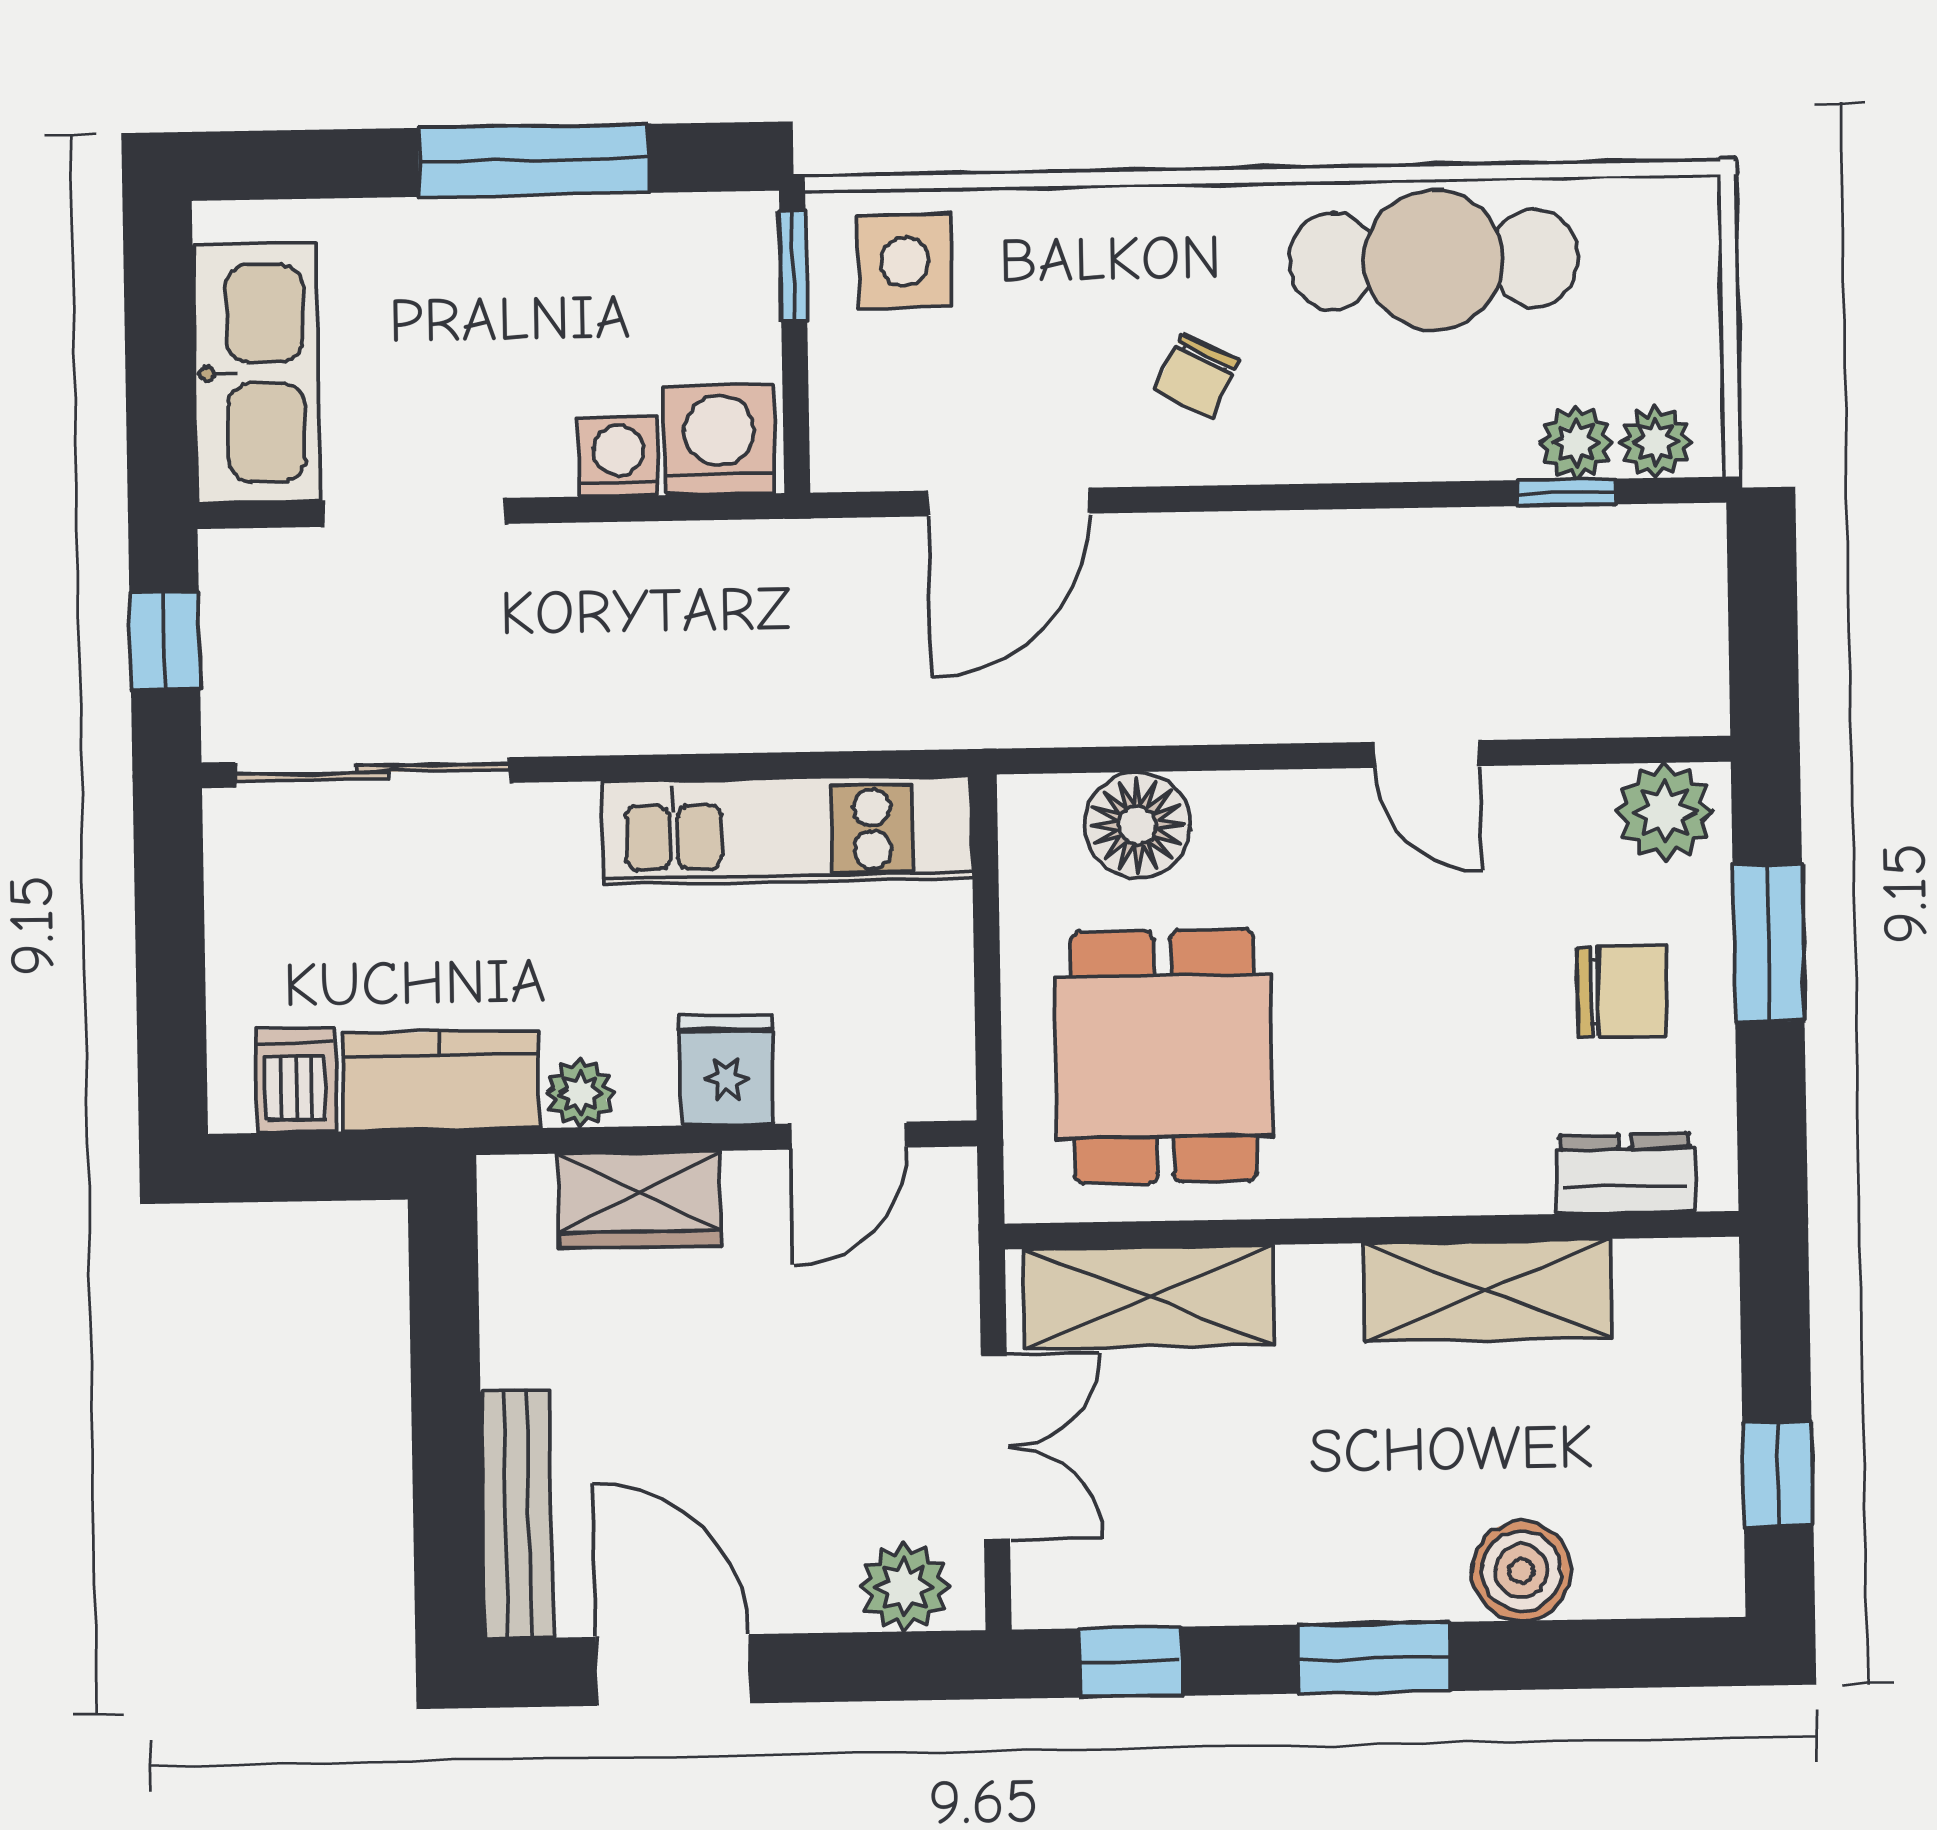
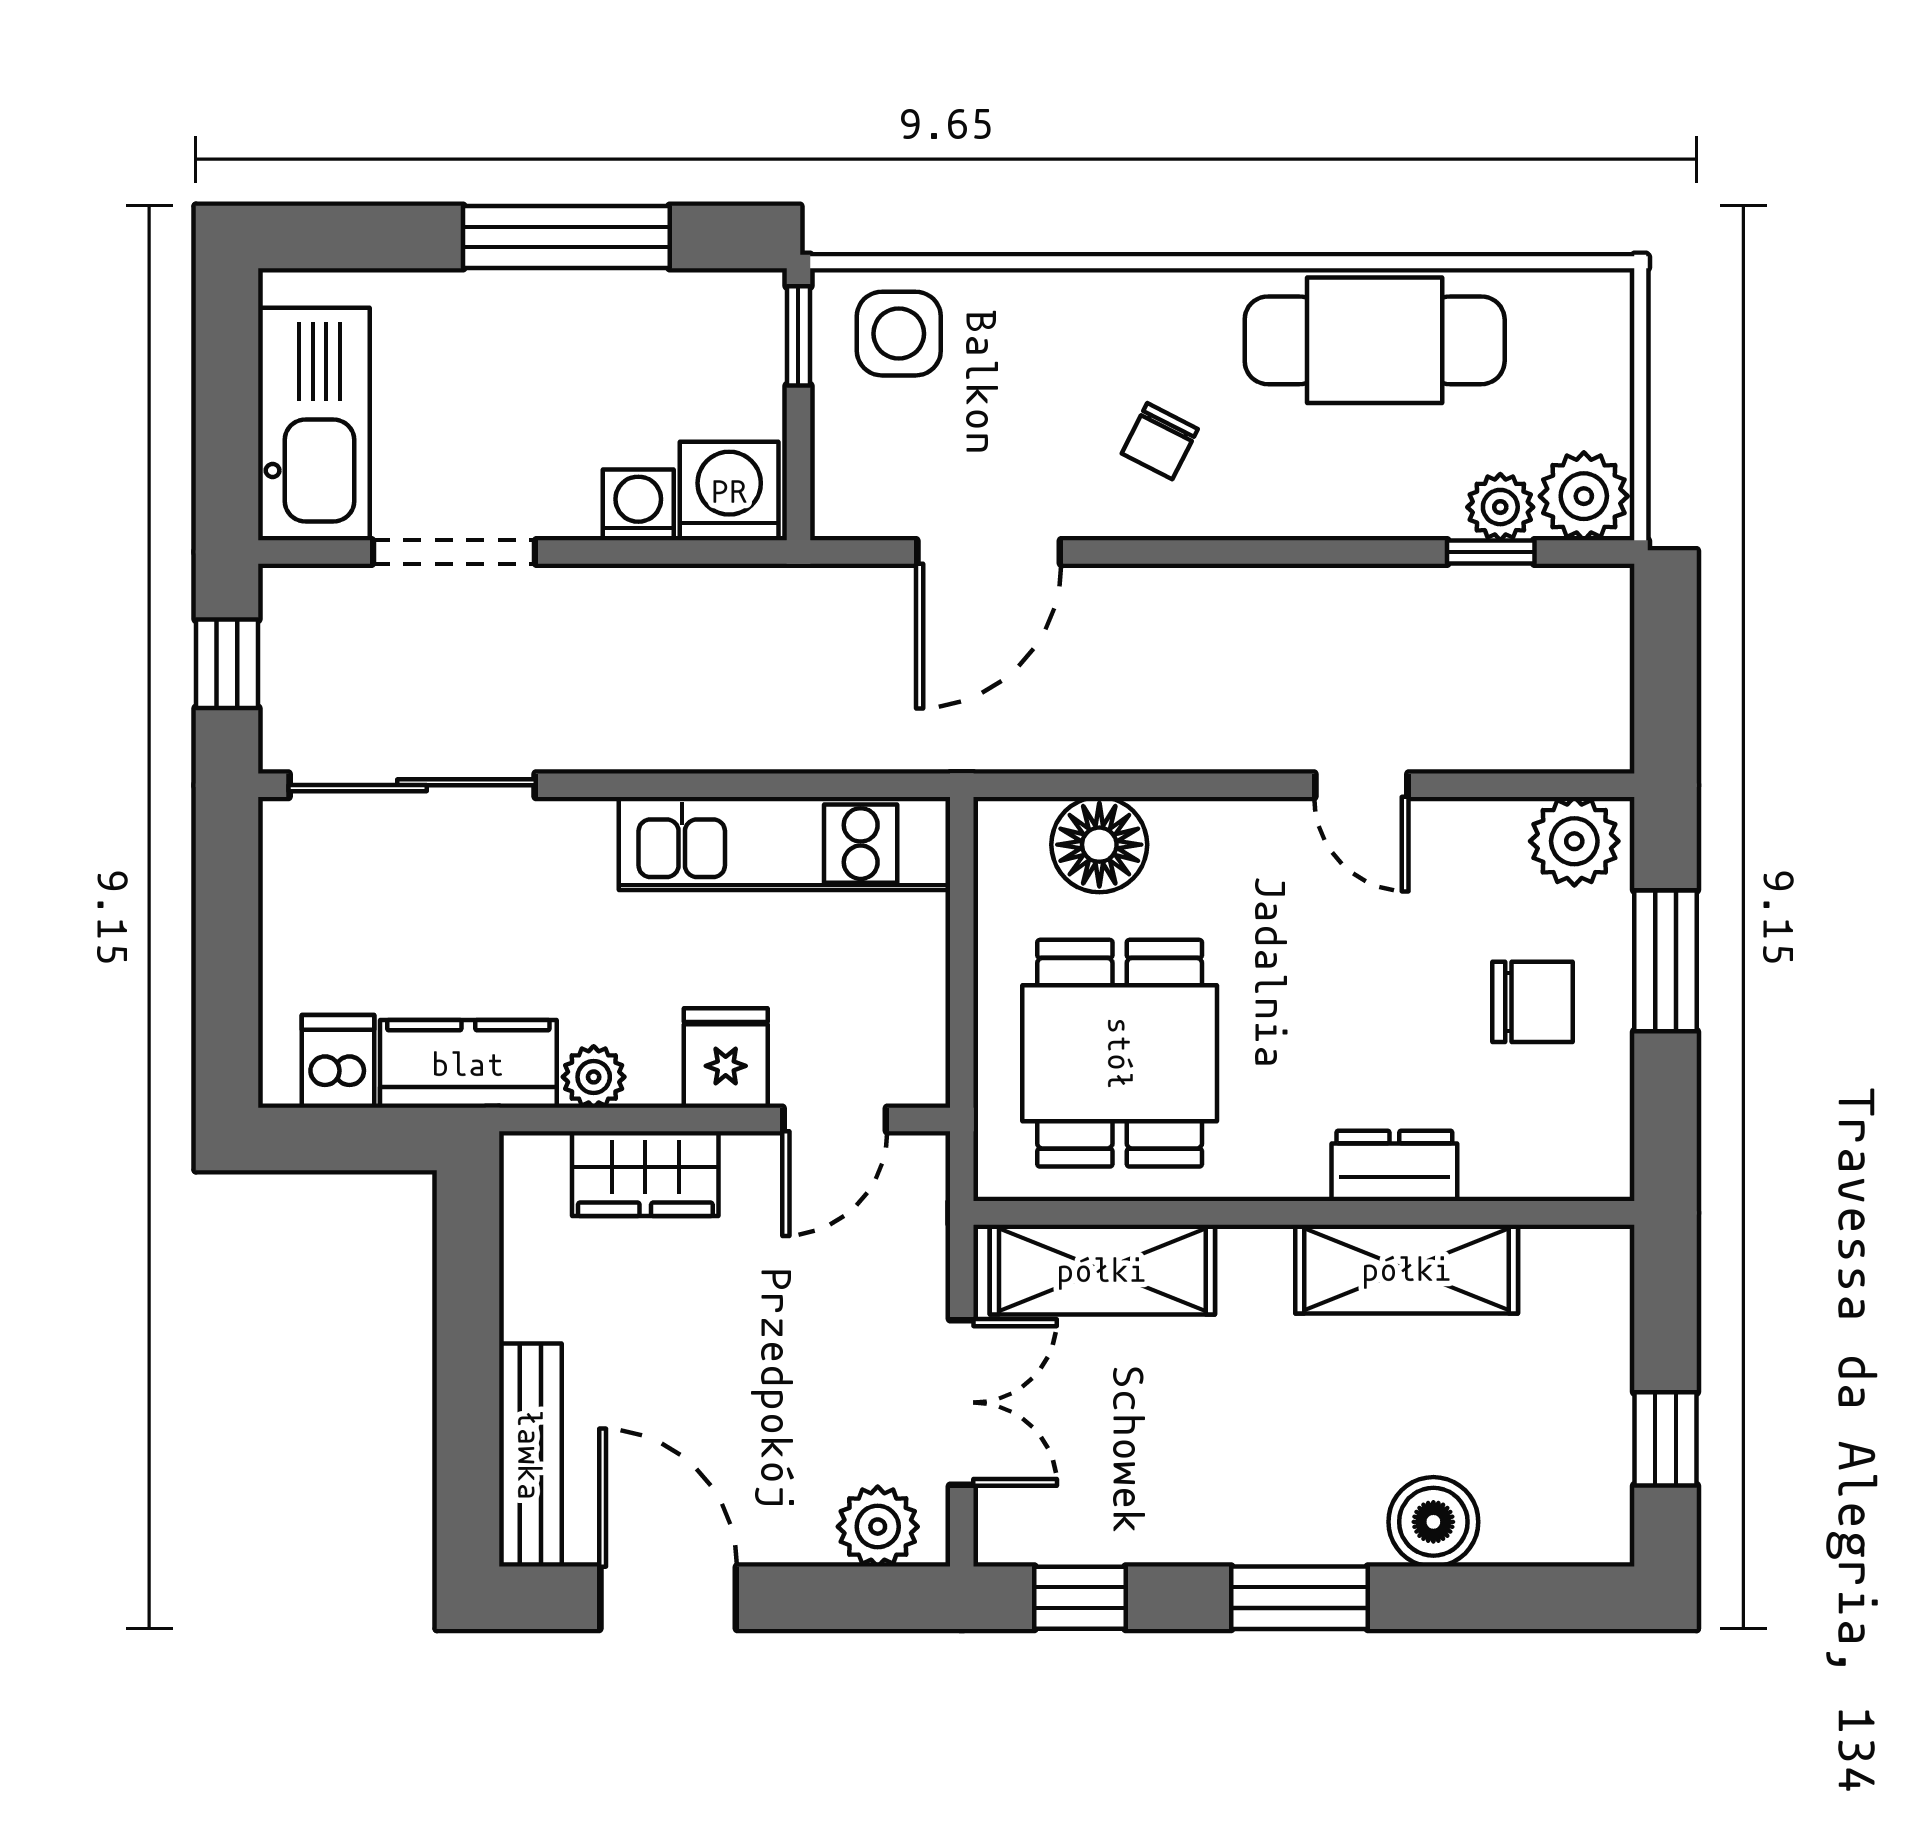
plant: (1656, 442) -> (1584, 496), width x1.38, depth x1.38
dresser: (1625, 1174) -> (1394, 1166), moved

